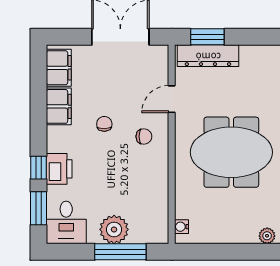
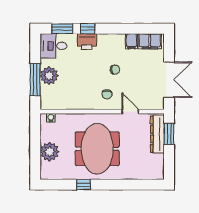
filing cabinet: (59, 106) -> (131, 41), width x0.50
plant: (267, 236) -> (50, 152), moved, width x1.87, depth x1.87

